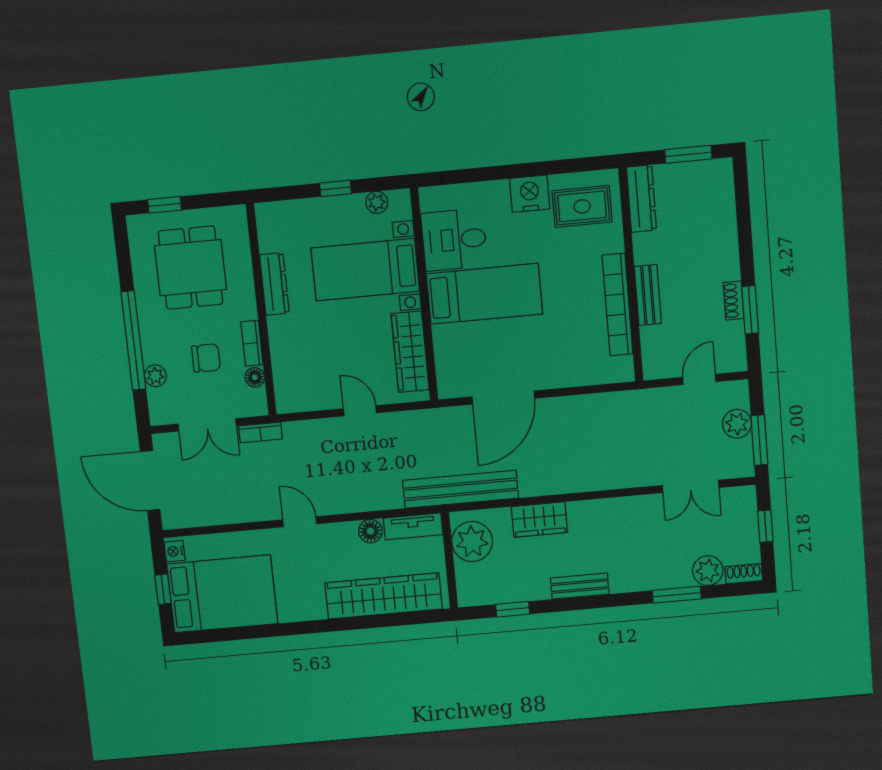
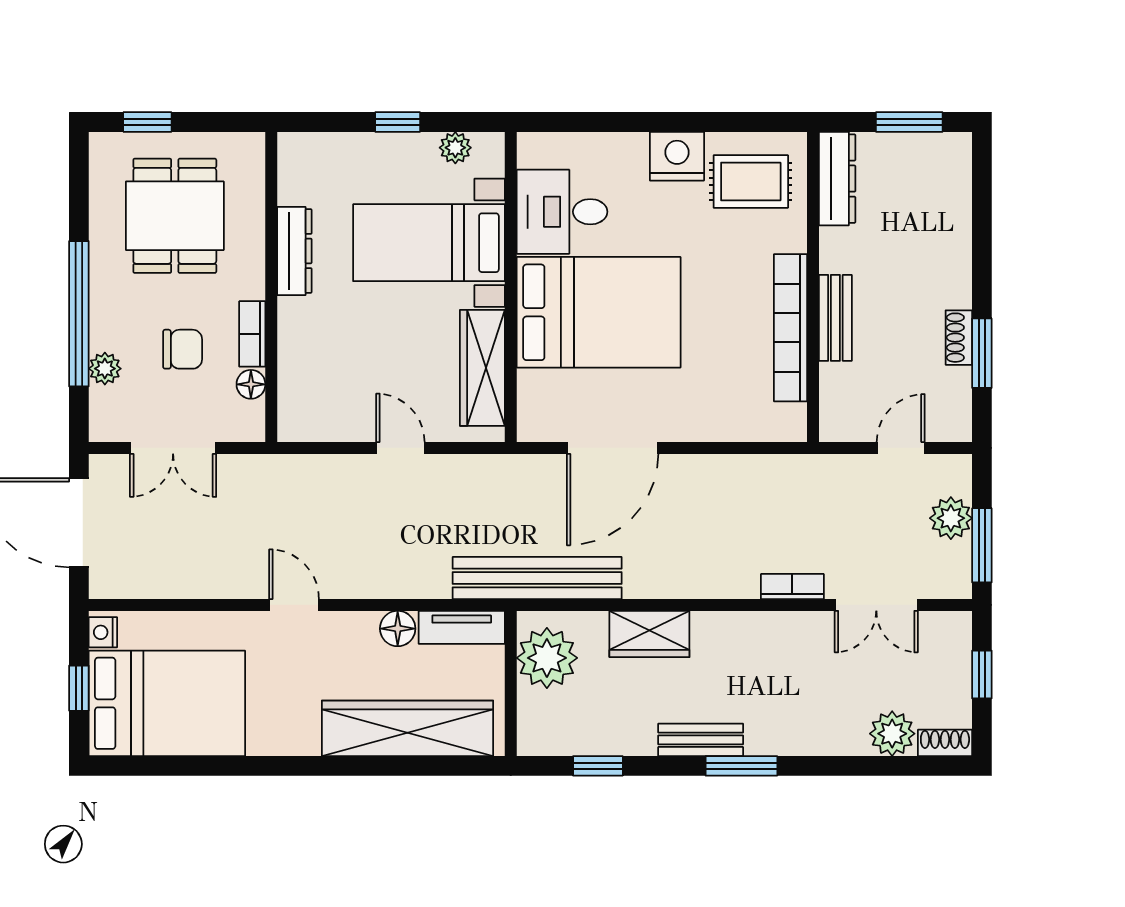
bed: (484, 294) -> (599, 312), width x1.50
bookcase: (260, 432) -> (792, 586), moved, turned 180
window: (677, 595) -> (741, 766), moved

